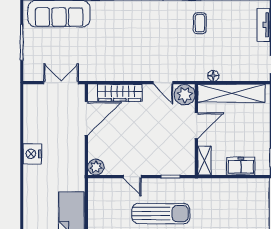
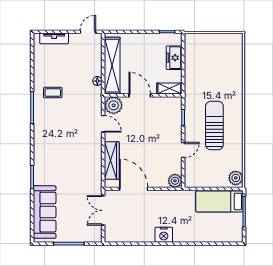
door: (163, 83) -> (103, 124), hinge flipped

